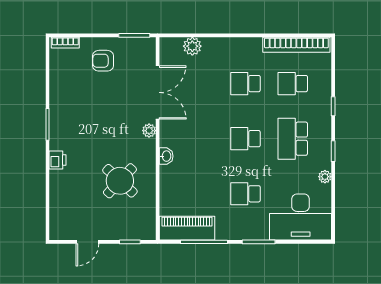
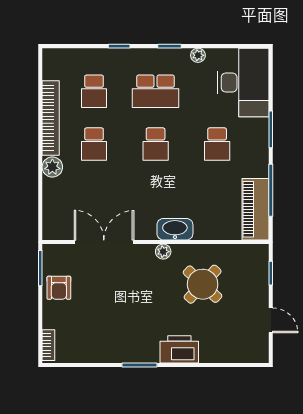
bookcase: (296, 45) -> (51, 118), moved
plant: (192, 46) -> (52, 167), moved
armchair: (103, 61) -> (59, 288), moved
plant: (149, 131) -> (163, 252), moved
washbasin: (166, 156) -> (175, 229), width x1.91, depth x1.45
printer: (58, 160) -> (179, 349), width x1.87, depth x1.48

